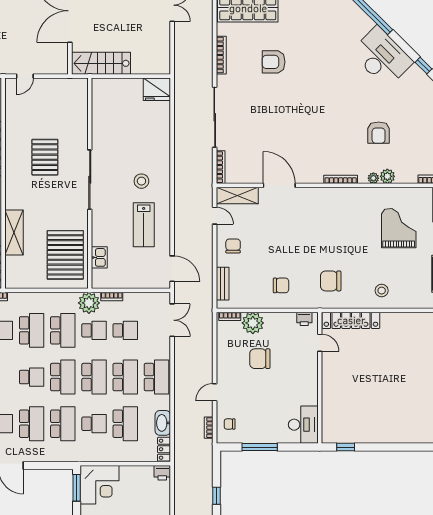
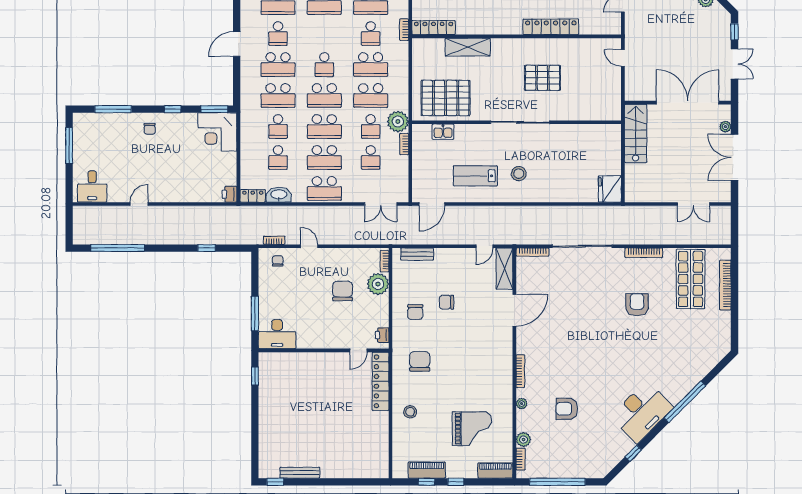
plant: (387, 176) -> (523, 440), moved
chair: (233, 246) -> (447, 302), moved, turned 180
school desk: (125, 424) -> (278, 157), width x0.54
window: (260, 447) -> (255, 313), moved

